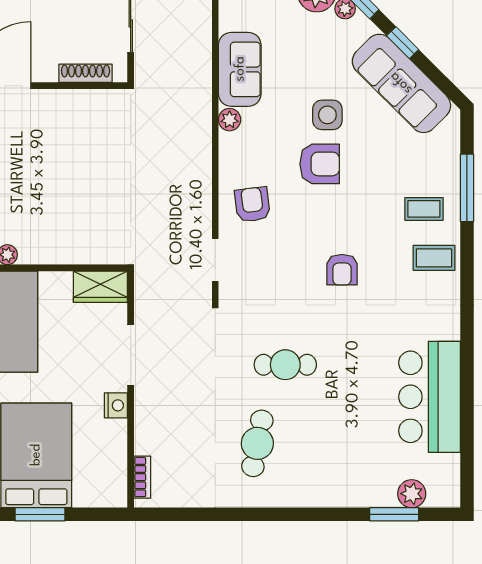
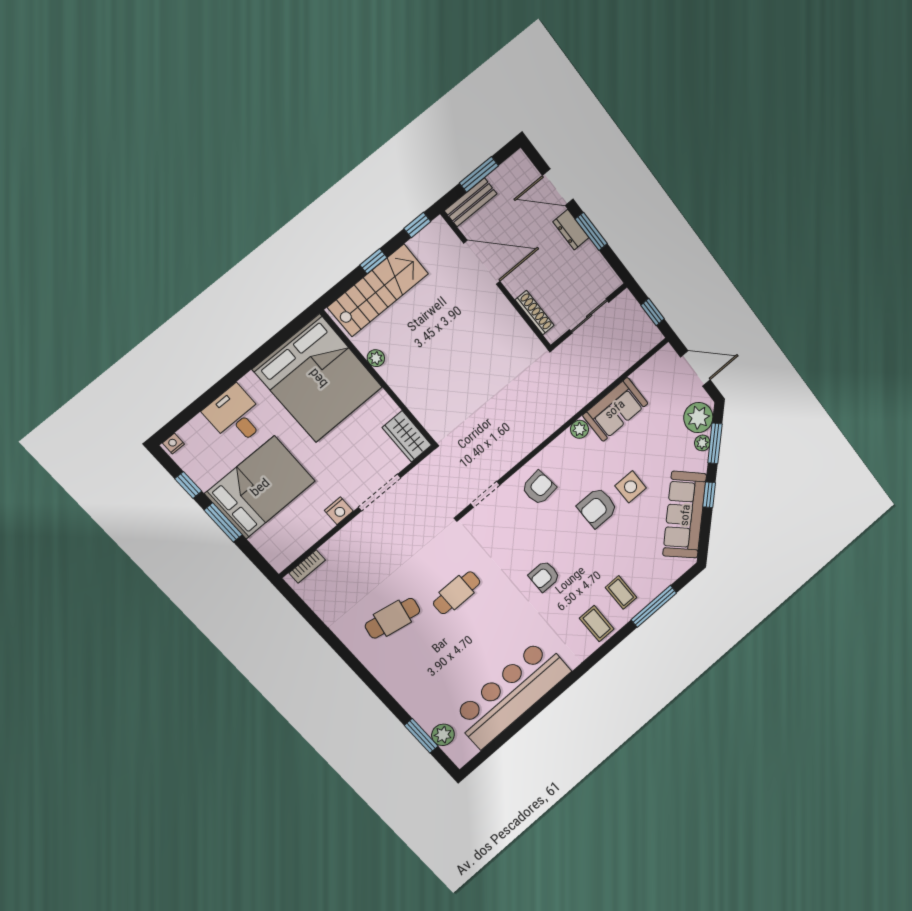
armchair: (320, 164) -> (597, 508), turned 90
cafe table: (285, 365) -> (457, 593), turned 90
bar counter: (430, 397) -> (511, 694), width x1.36

